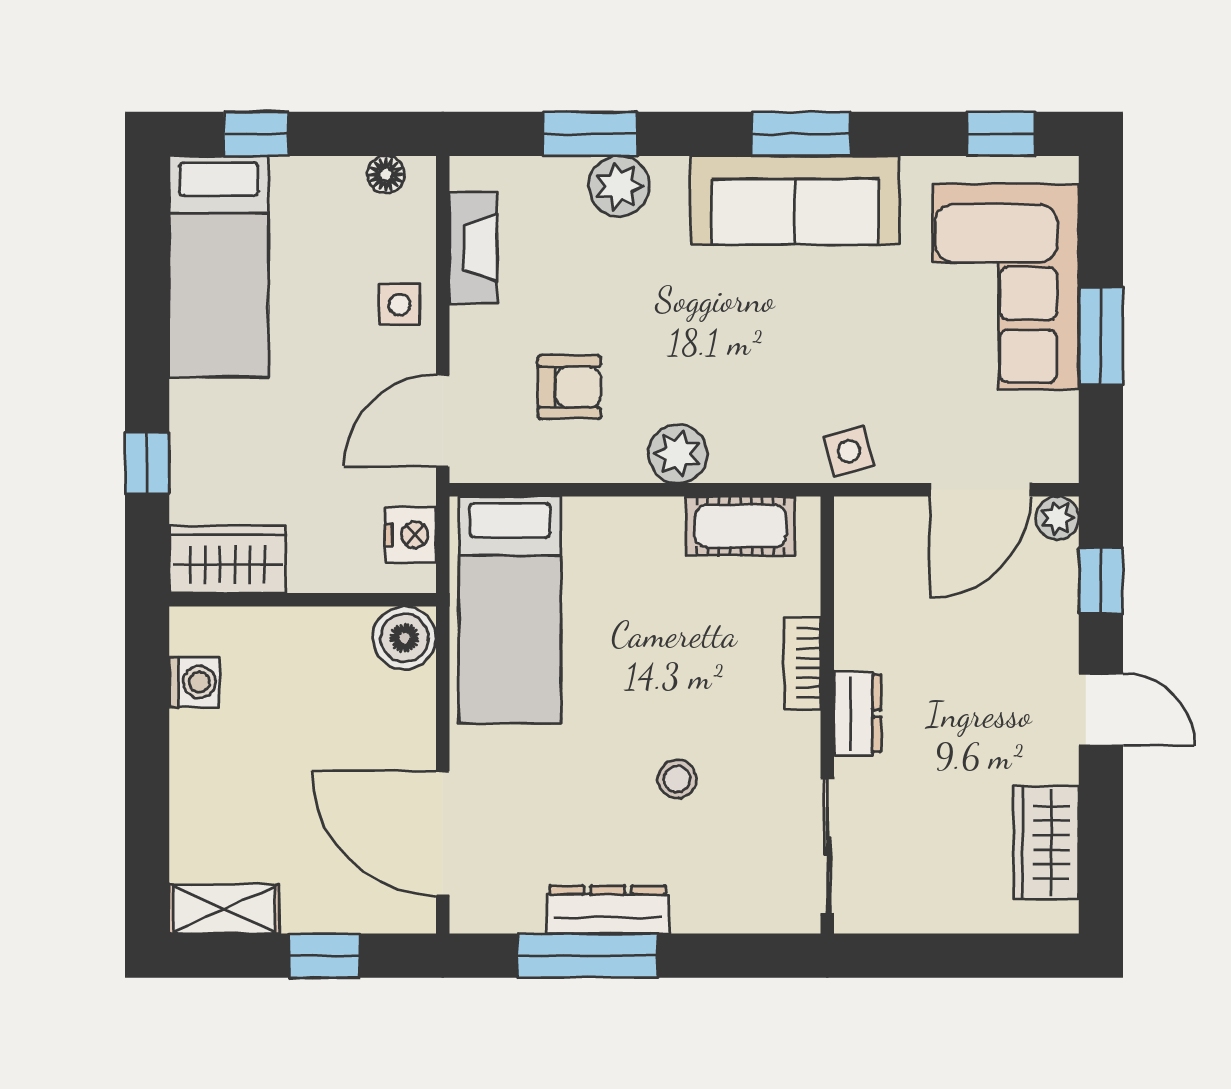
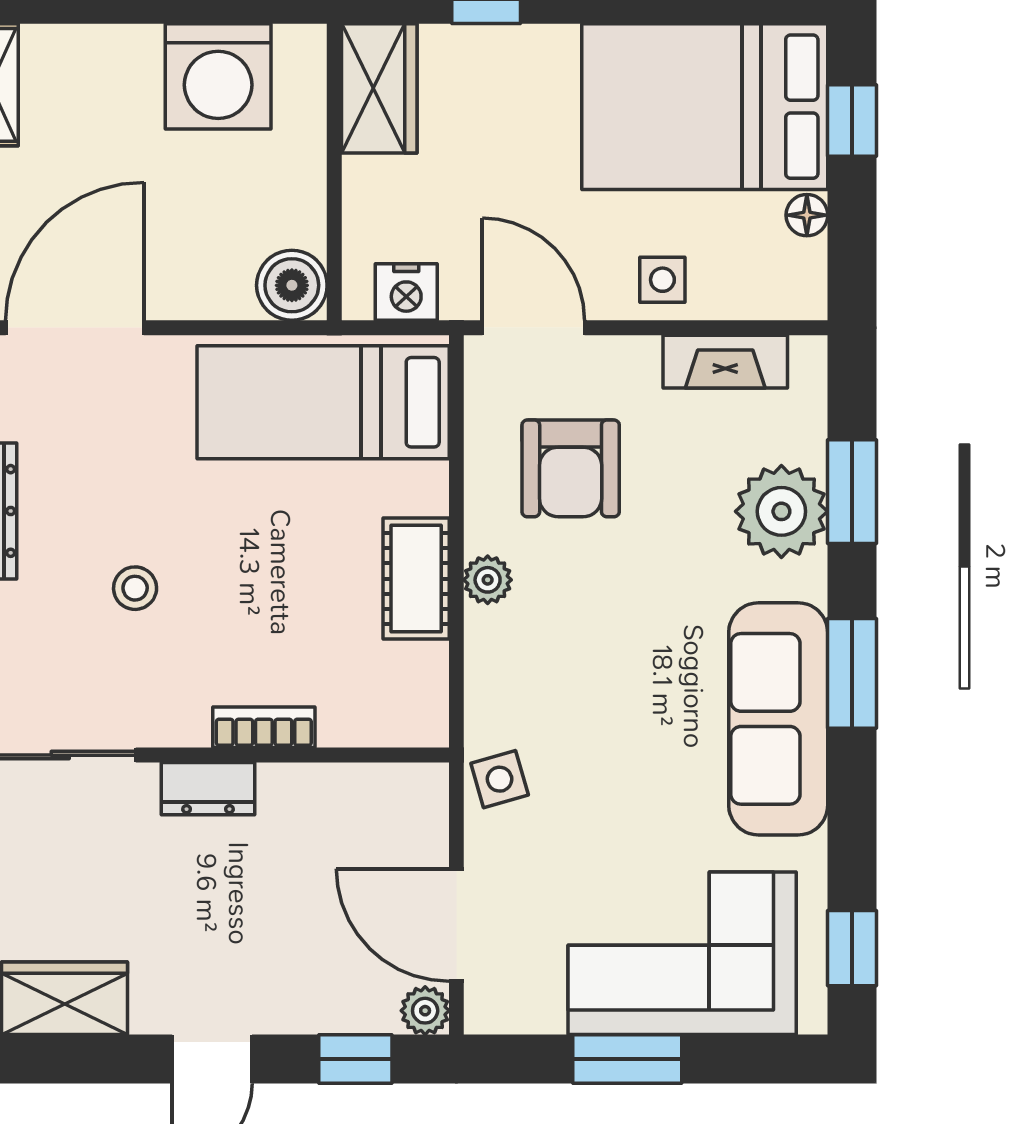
window: (801, 134) -> (852, 673), moved
floor lamp: (386, 174) -> (807, 215), moved
plant: (619, 186) -> (781, 511), width x1.36, depth x1.36
bed: (219, 266) -> (705, 107), width x1.50
armchair: (569, 387) -> (571, 468), width x1.38, depth x1.38
plant: (678, 454) -> (488, 580), width x0.73, depth x0.73
cot: (741, 526) -> (416, 579), moved
washing machine: (194, 682) -> (218, 76), width x1.89, depth x1.89

